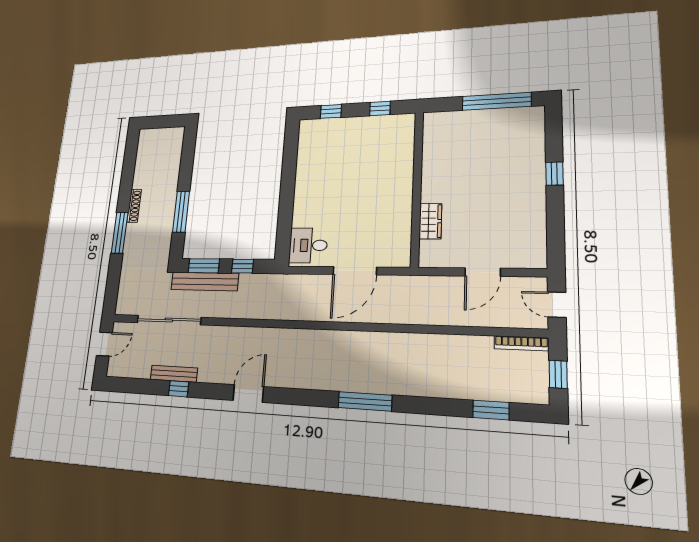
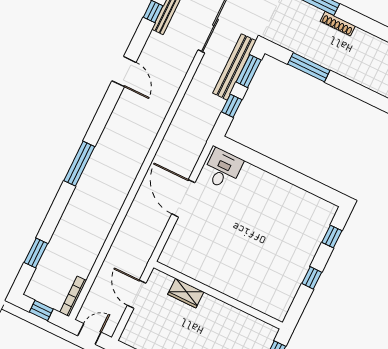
wall: (417, 188) -> (218, 295), moved
wardrobe: (430, 221) -> (186, 293), moved

